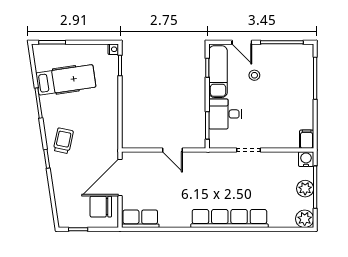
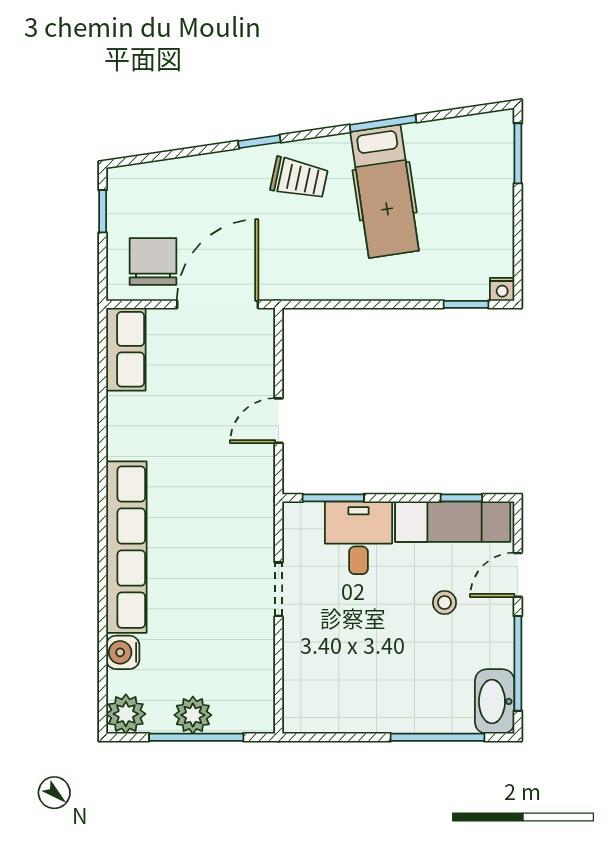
washbasin: (299, 53) -> (495, 701), added
hospital bed: (66, 80) -> (385, 191), moved
filing cabinet: (307, 139) -> (303, 718), removed
water cooler: (306, 159) -> (123, 652), moved, turned 180
door: (120, 177) -> (218, 304), hinge flipped

